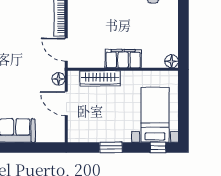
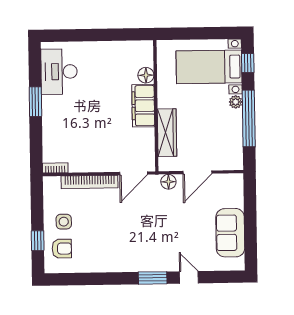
floor lamp: (172, 61) -> (146, 75), moved
plant: (125, 137) -> (236, 102), added
window: (111, 147) -> (249, 118), width x2.11

